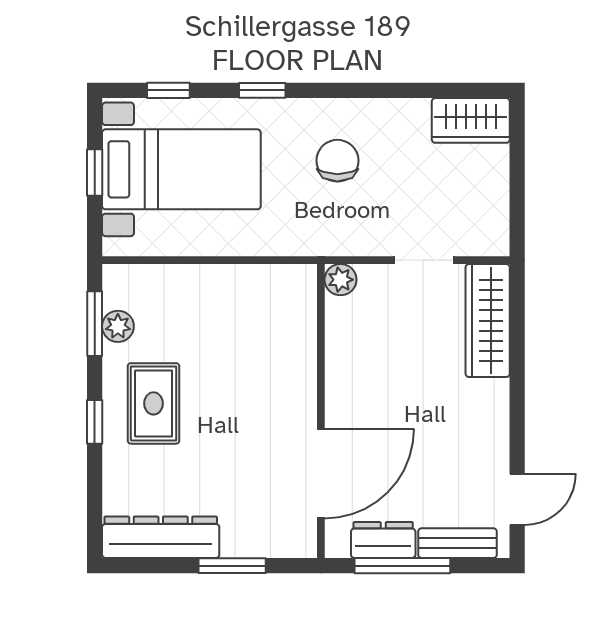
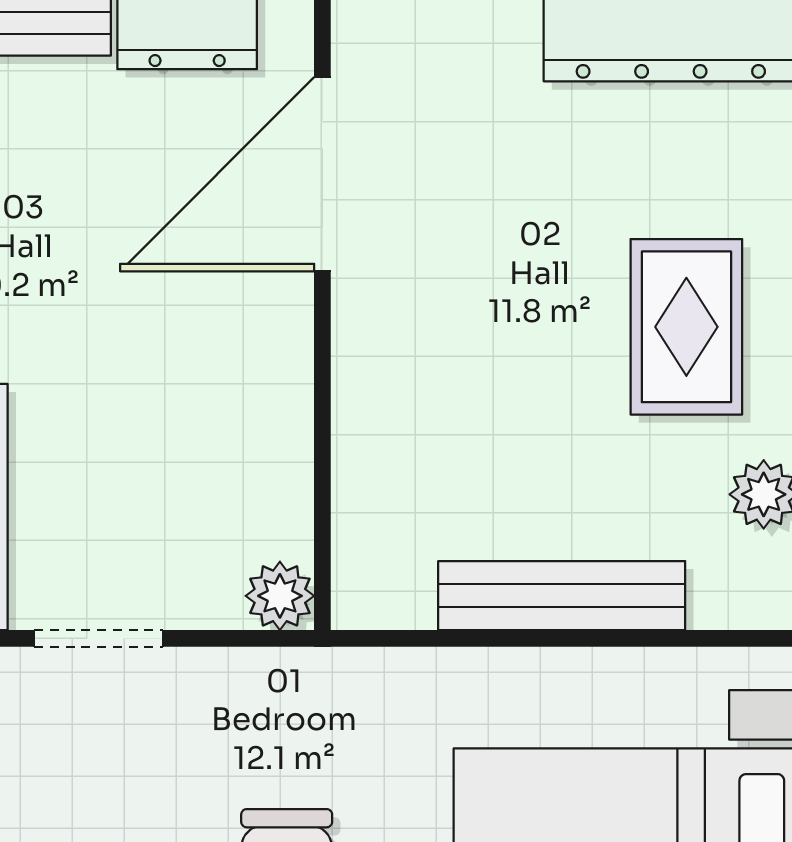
bench: (211, 280) -> (562, 596), added

